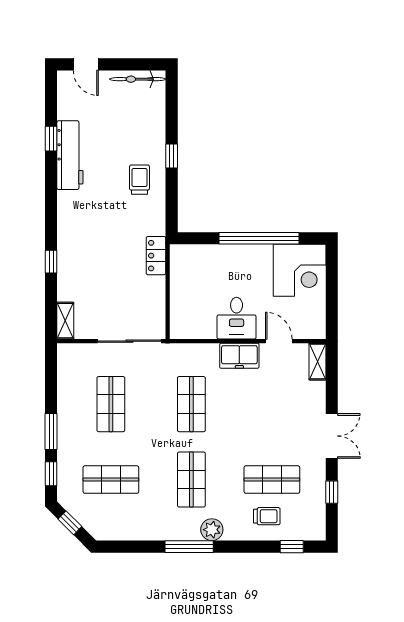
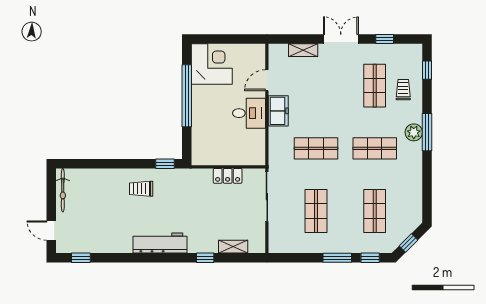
door: (86, 64) -> (51, 231), swing flipped
window: (51, 139) -> (81, 258), moved
workbench: (70, 155) -> (160, 243), moved
window: (172, 156) -> (165, 164), moved
locker: (156, 256) -> (228, 176), moved
shelving: (65, 321) -> (233, 247), moved
shelving: (317, 362) -> (303, 50), moved
shop shelf: (111, 404) -> (316, 211), turned 90
window: (189, 547) -> (427, 132), moved

